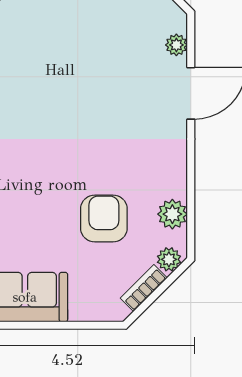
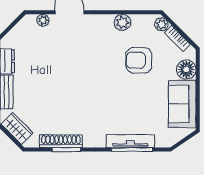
plant: (172, 214) -> (122, 22), moved
floor lamp: (87, 304) -> (186, 69), added

